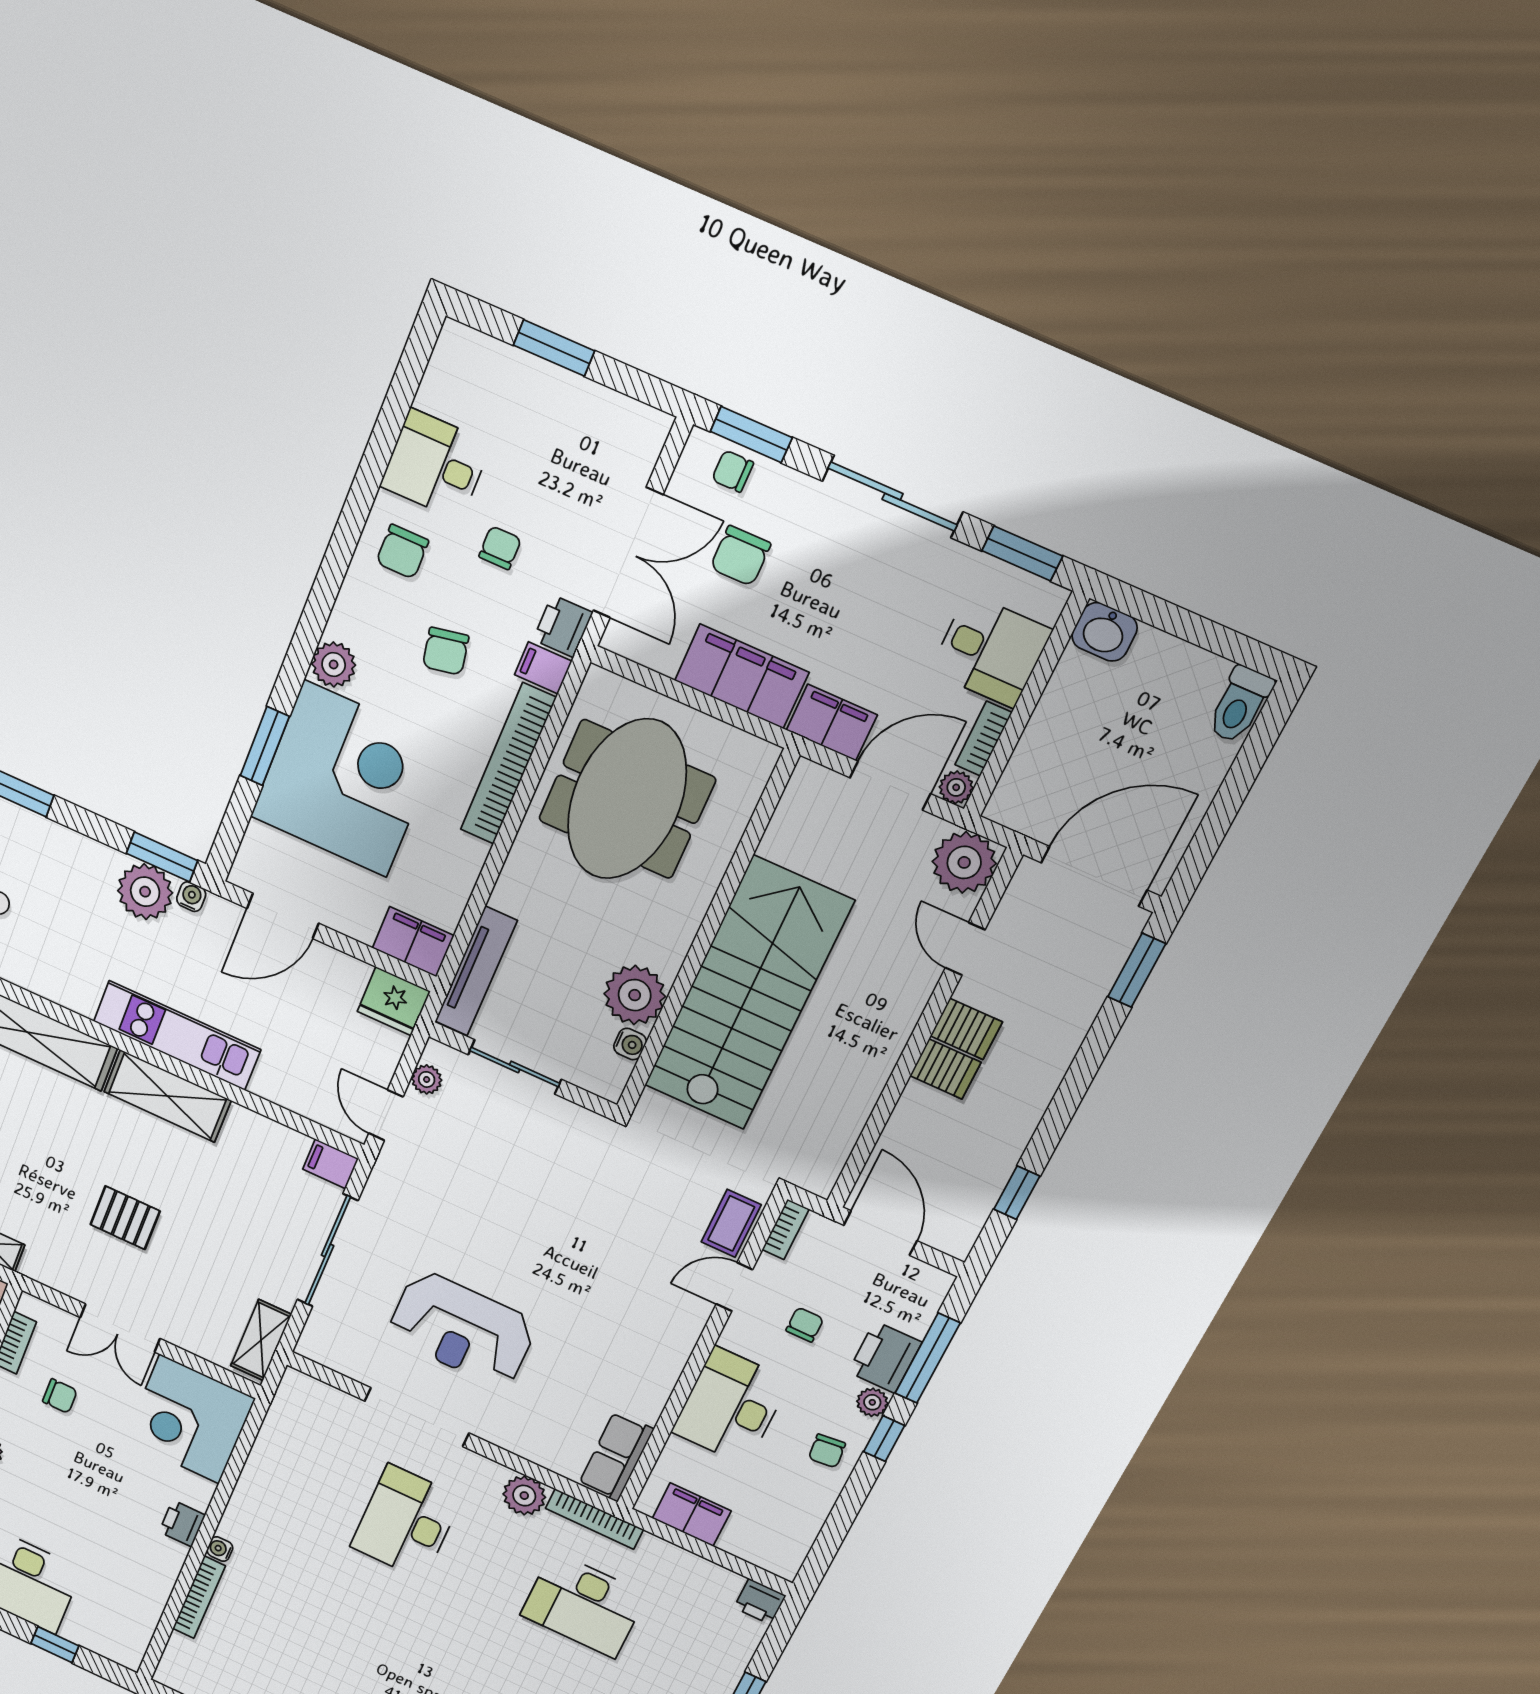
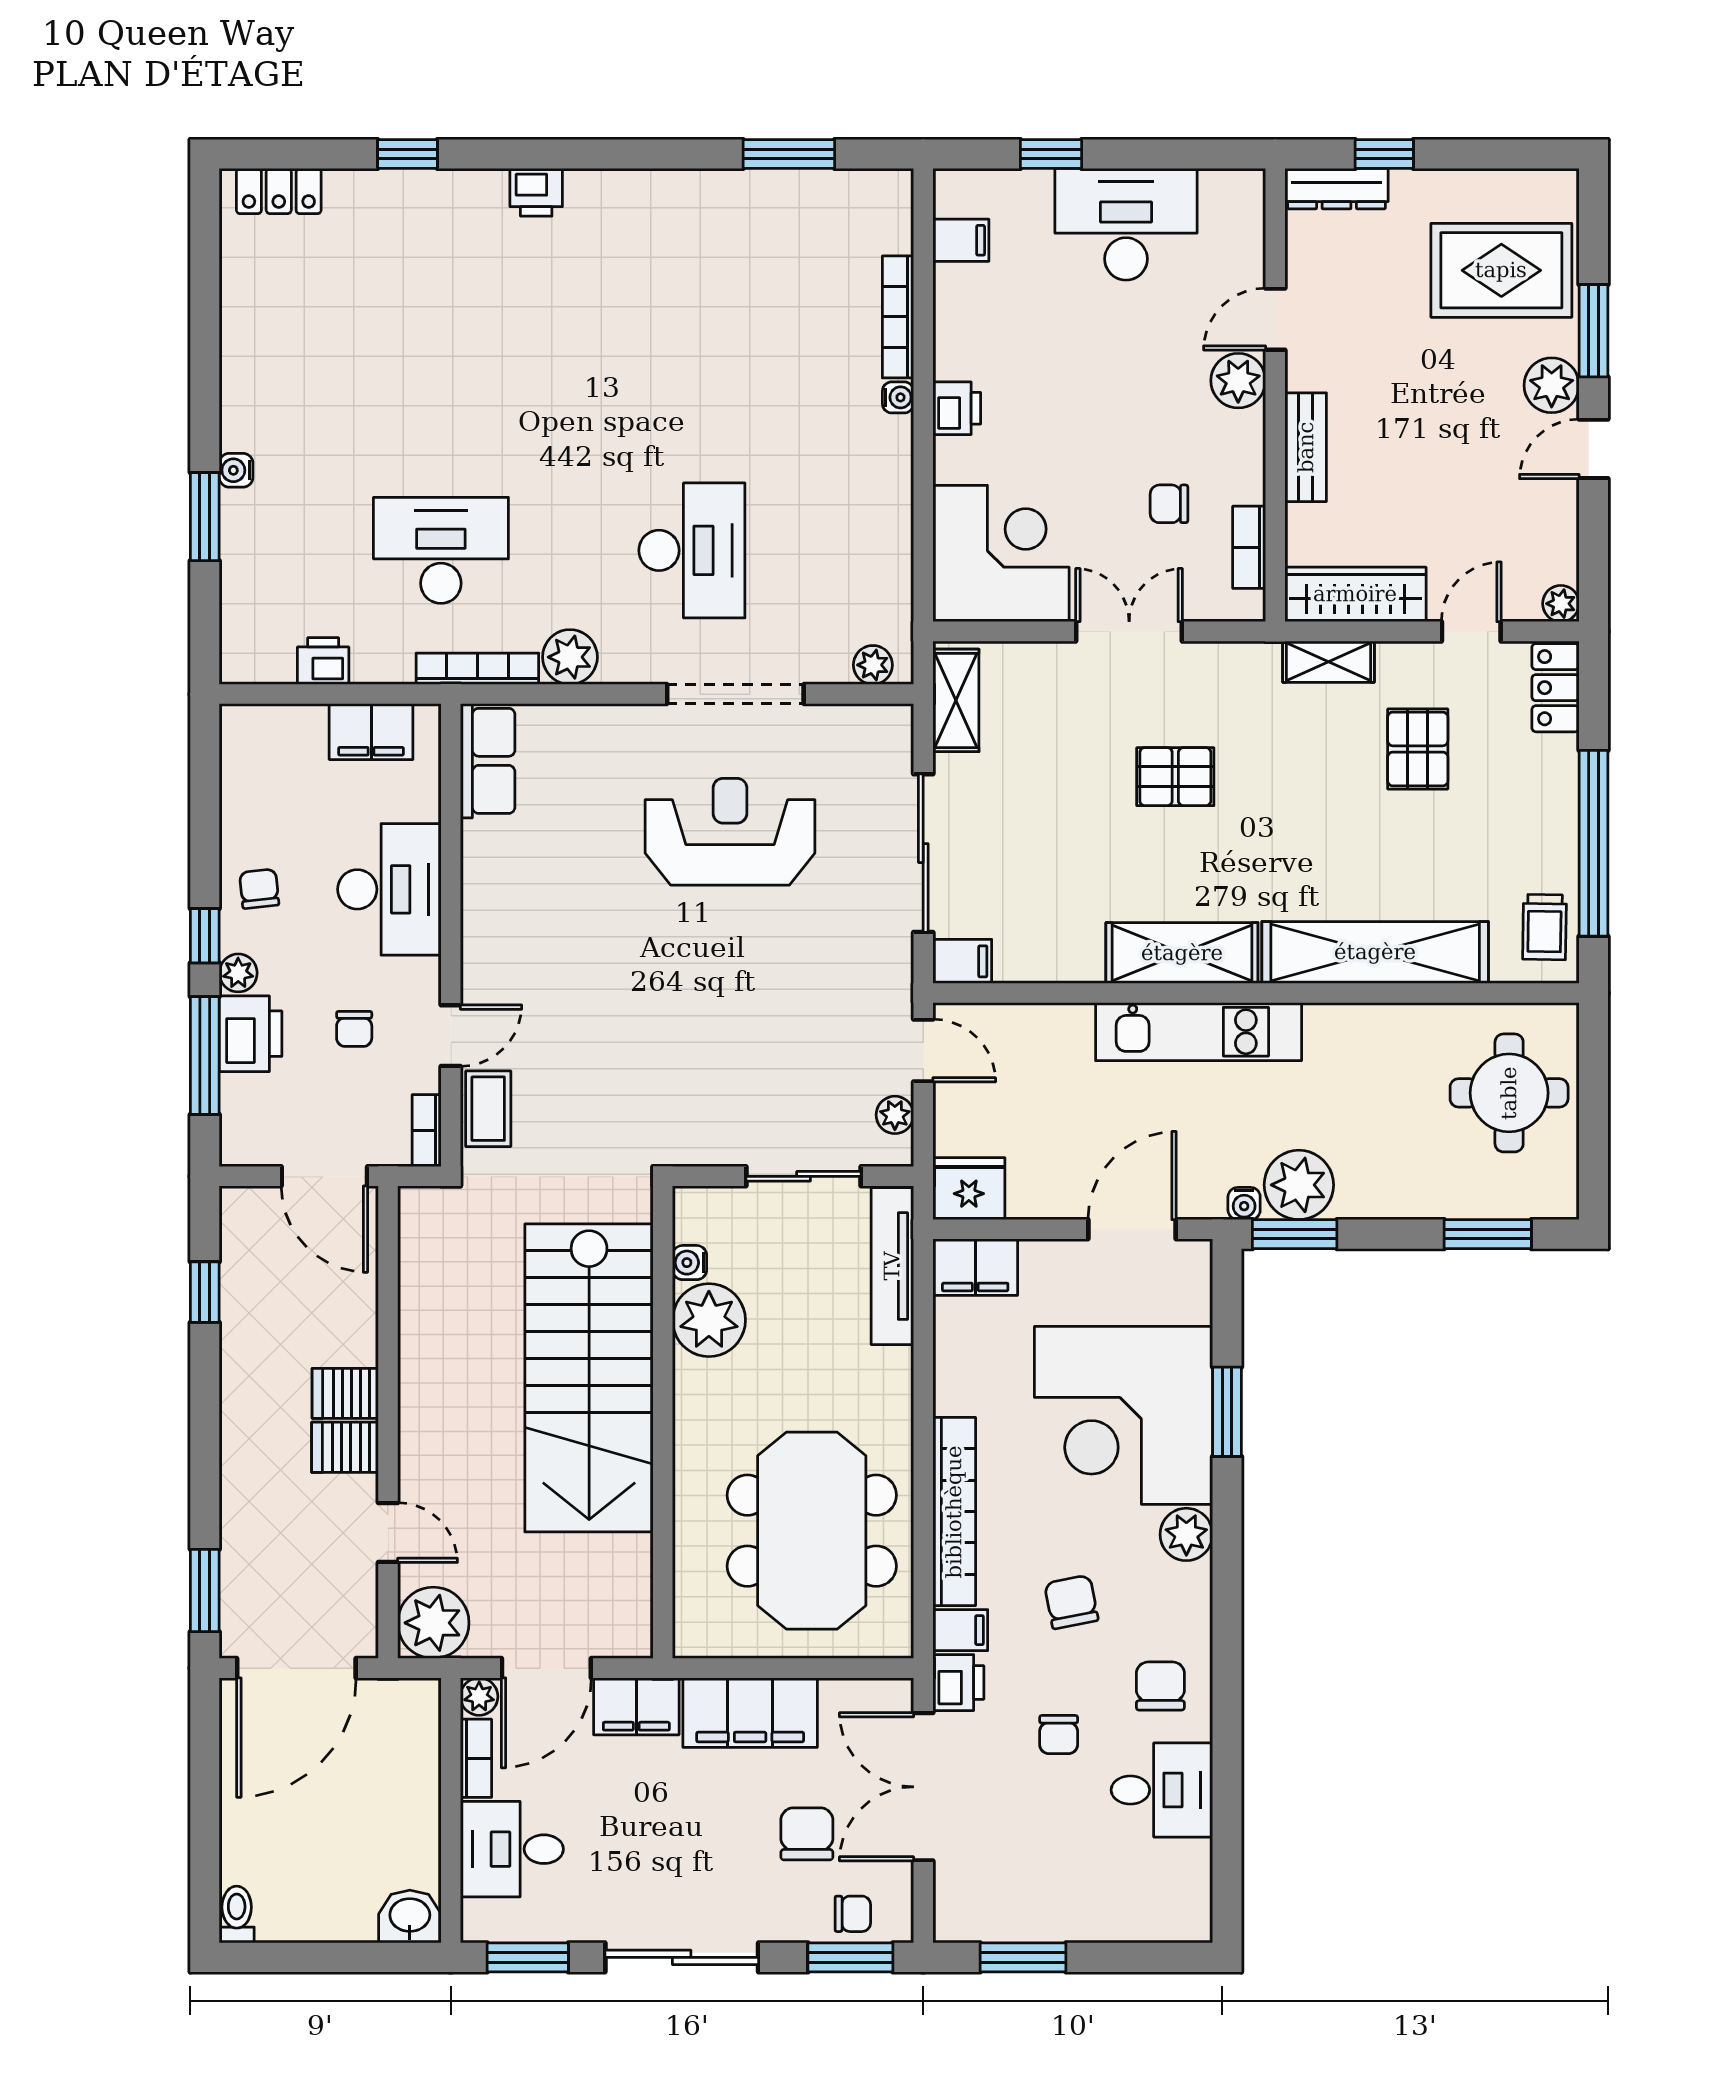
window: (554, 348) -> (1023, 1957), moved
toilet: (1240, 705) -> (237, 1915), width x0.73, depth x0.72
plant: (310, 1390) -> (873, 665), added
printer: (760, 1602) -> (323, 661), moved
filing cabinet: (137, 1623) -> (961, 240), added

